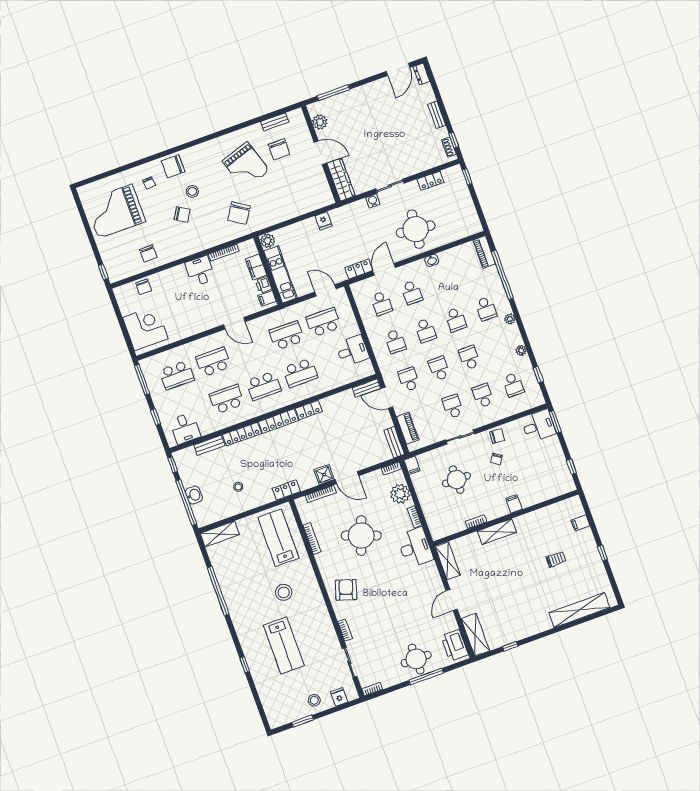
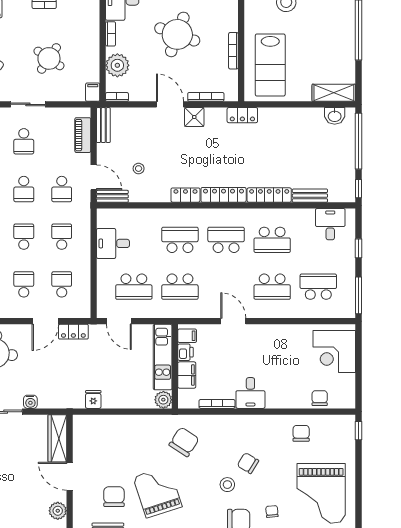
grand piano: (115, 211) -> (321, 493), turned 90
round table: (456, 480) -> (49, 58), turned 34
stool: (238, 487) -> (139, 169), moved
washbasin: (194, 495) -> (335, 116), moved, turned -90

